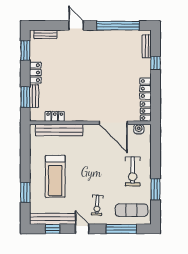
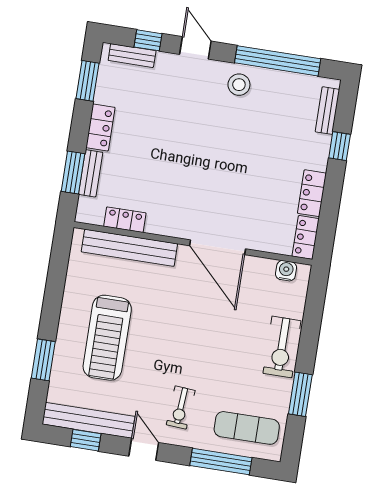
window: (52, 26) -> (148, 40), added
stool: (101, 40) -> (239, 85), added
door: (113, 123) -> (218, 247), moved
exercise bike: (133, 172) -> (282, 347), moved

